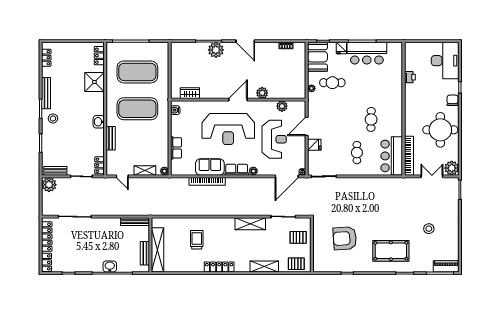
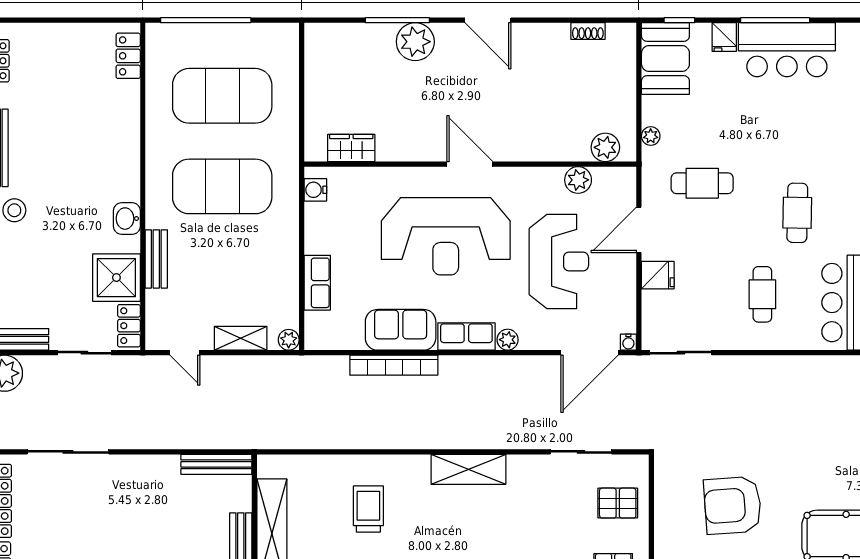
shower: (94, 82) -> (116, 278), moved
cafe table: (332, 83) -> (702, 183), moved
plant: (262, 93) -> (605, 147), moved
door: (238, 100) -> (470, 164), hinge flipped
shelving: (250, 224) -> (468, 469), moved

